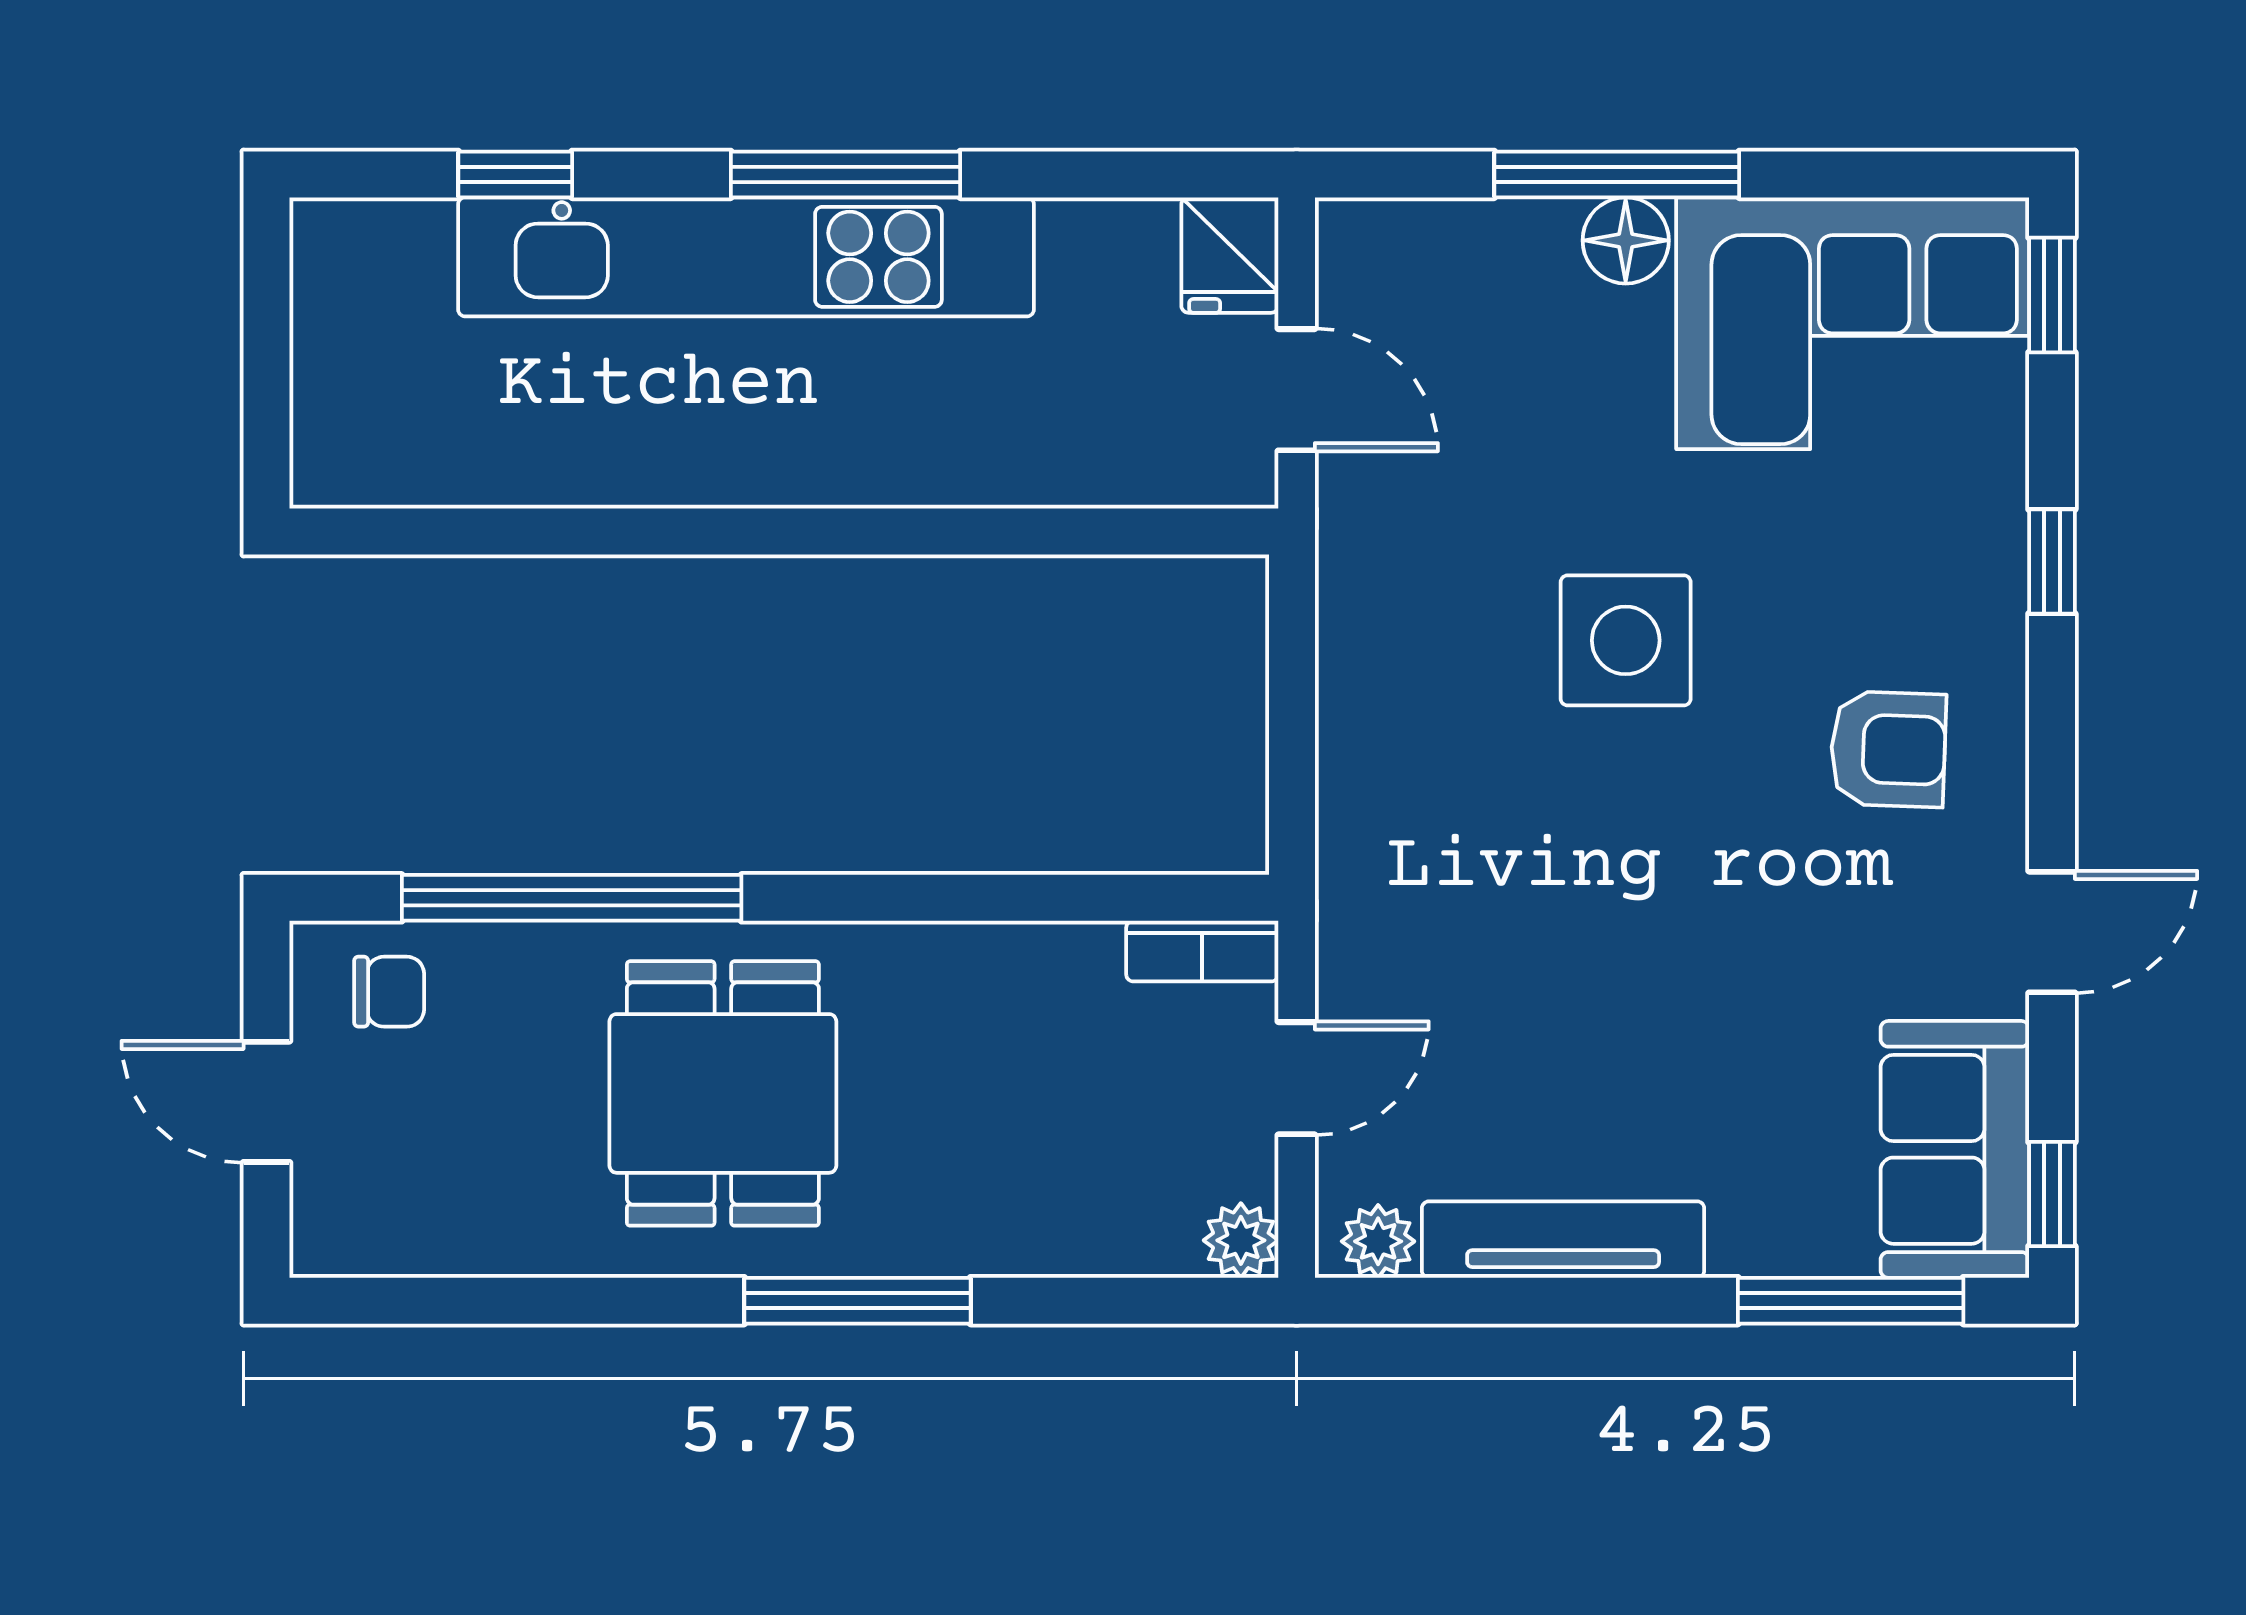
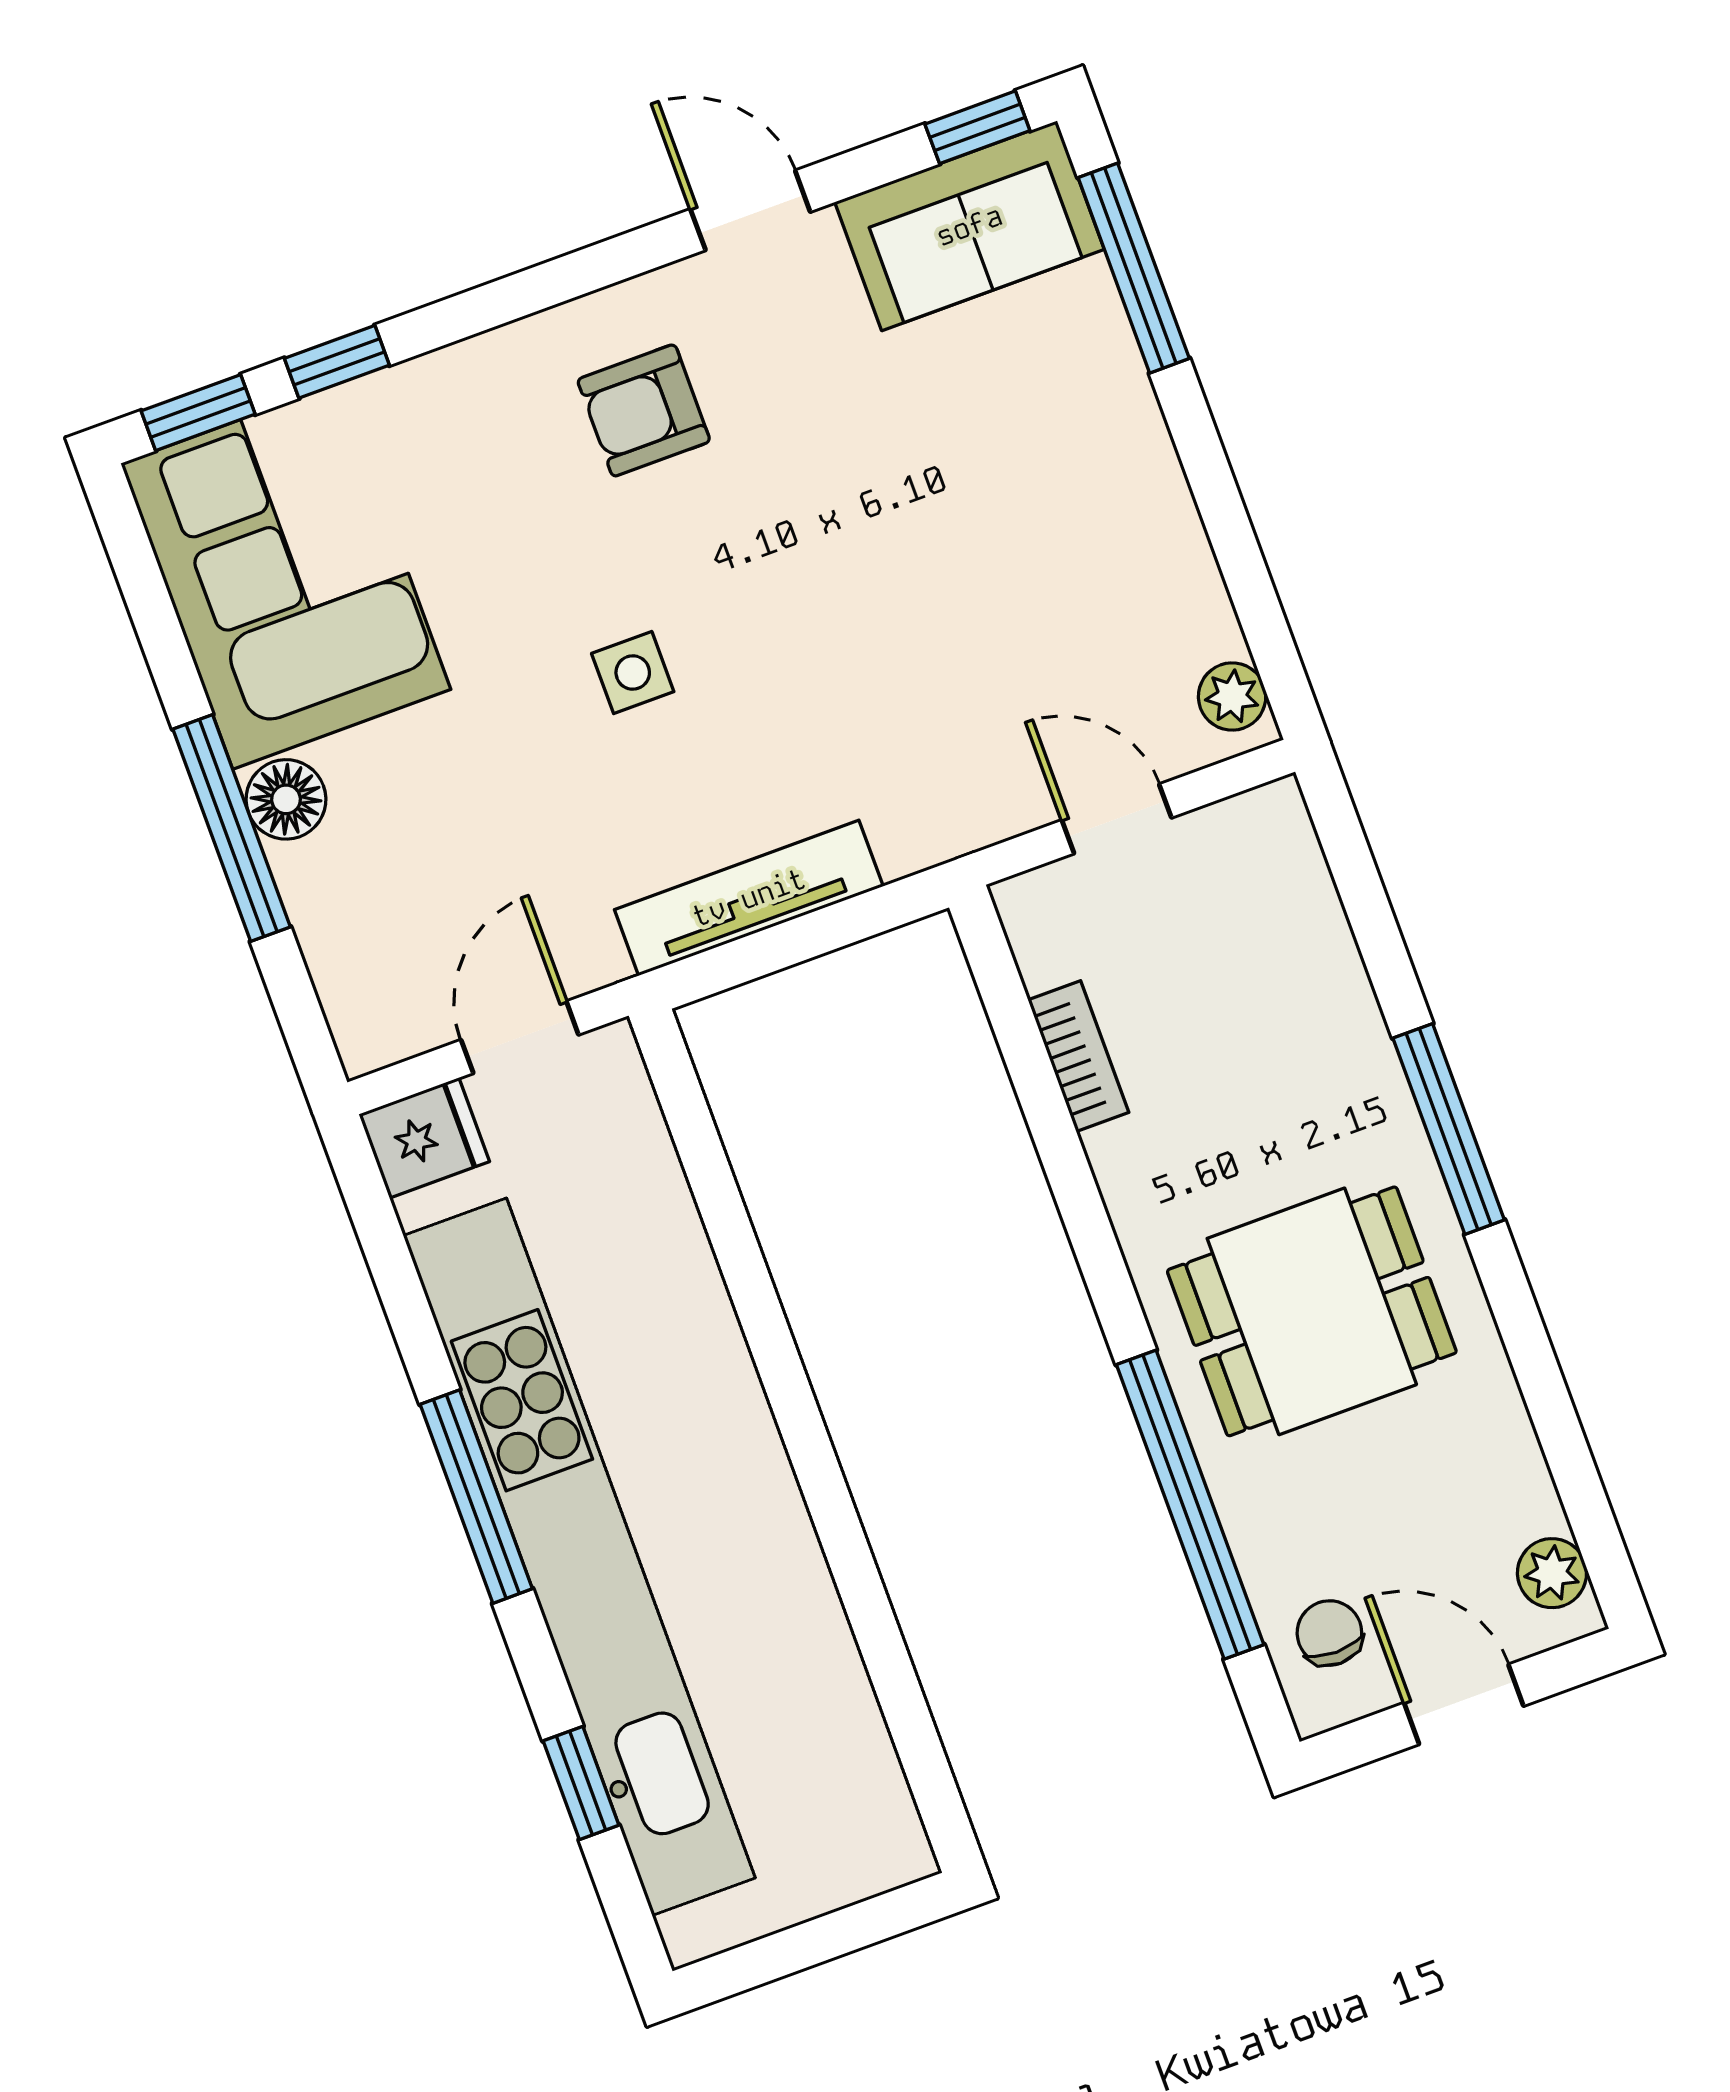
kitchen unit: (746, 257) -> (579, 1557), width x1.36
window: (2052, 561) -> (337, 362), moved
side table: (1626, 640) -> (633, 673), width x0.54, depth x0.54
armchair: (1888, 749) -> (644, 410), turned -92
bookcase: (1202, 951) -> (1078, 1056), moved
door: (267, 1102) -> (1464, 1704), swing flipped
plant: (1241, 1240) -> (1552, 1573), moved
tv unit: (1563, 1240) -> (749, 898), moved, turned 90

